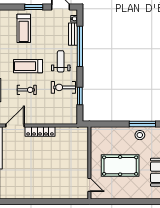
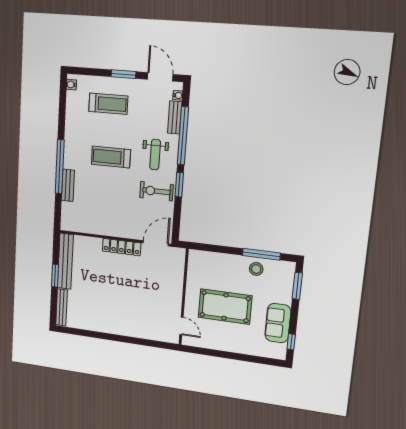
treadmill: (24, 28) -> (108, 104), turned -90
weight bench: (61, 61) -> (155, 155), turned 180
exercise bike: (27, 90) -> (107, 189), removed
window: (80, 96) -> (179, 185), moved
door: (15, 125) -> (156, 243), moved

